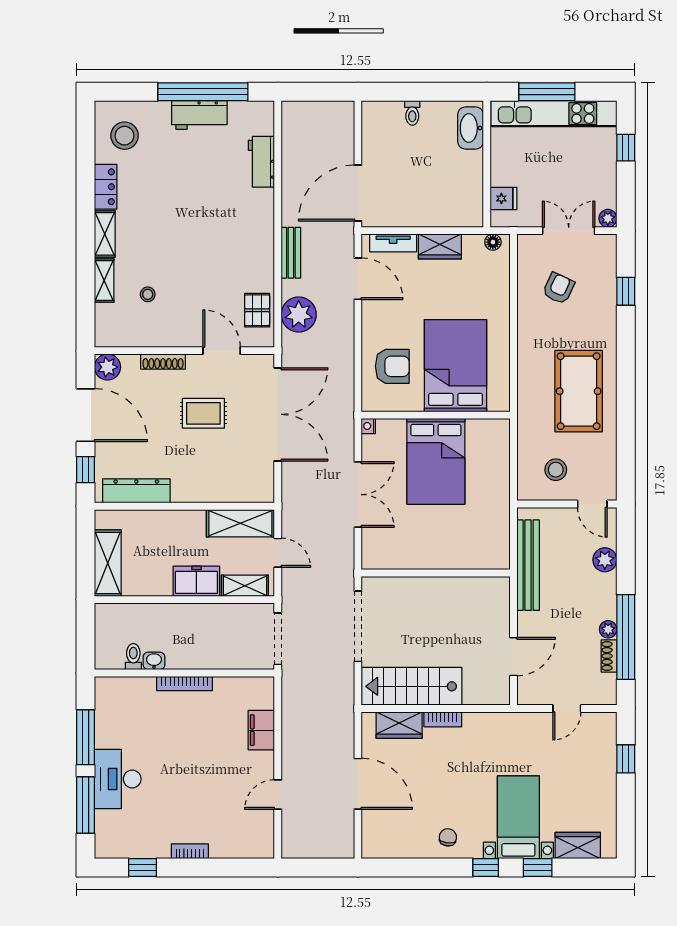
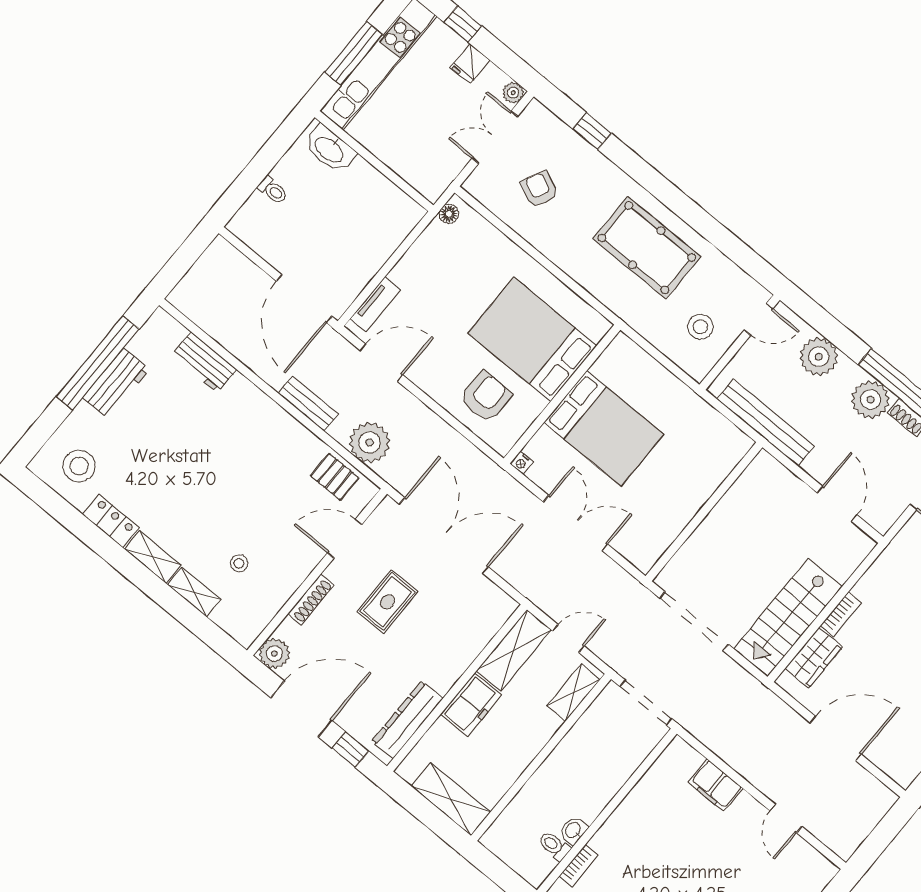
fridge: (503, 198) -> (470, 64), moved, turned 180
wardrobe: (440, 246) -> (413, 265), removed
plant: (605, 560) -> (819, 357), width x1.36, depth x1.36
freezer: (196, 581) -> (471, 705), moved, turned 180
plant: (608, 629) -> (870, 400), width x1.88, depth x1.88
bookcase: (185, 683) -> (579, 865), moved, width x0.64

